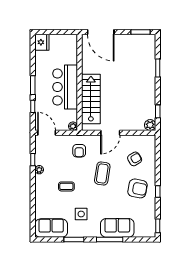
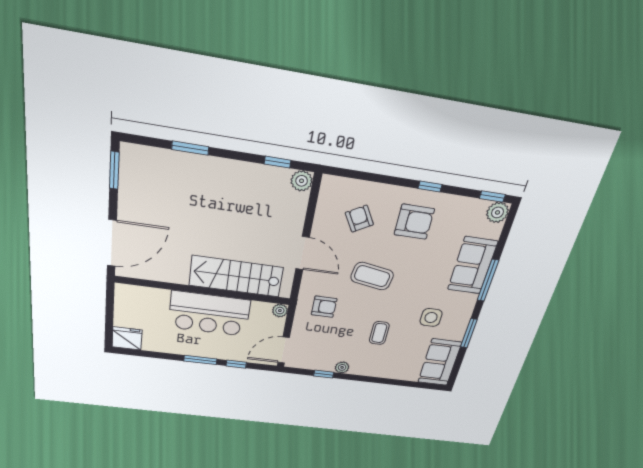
armchair: (137, 188) -> (414, 222), turned 79
plant: (150, 232) -> (497, 212), added

